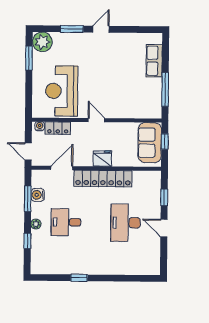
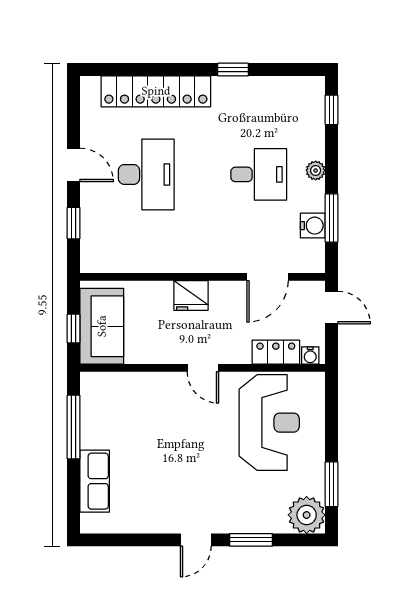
locker: (103, 179) -> (156, 91), moved, turned 180
window: (27, 241) -> (331, 110), moved

